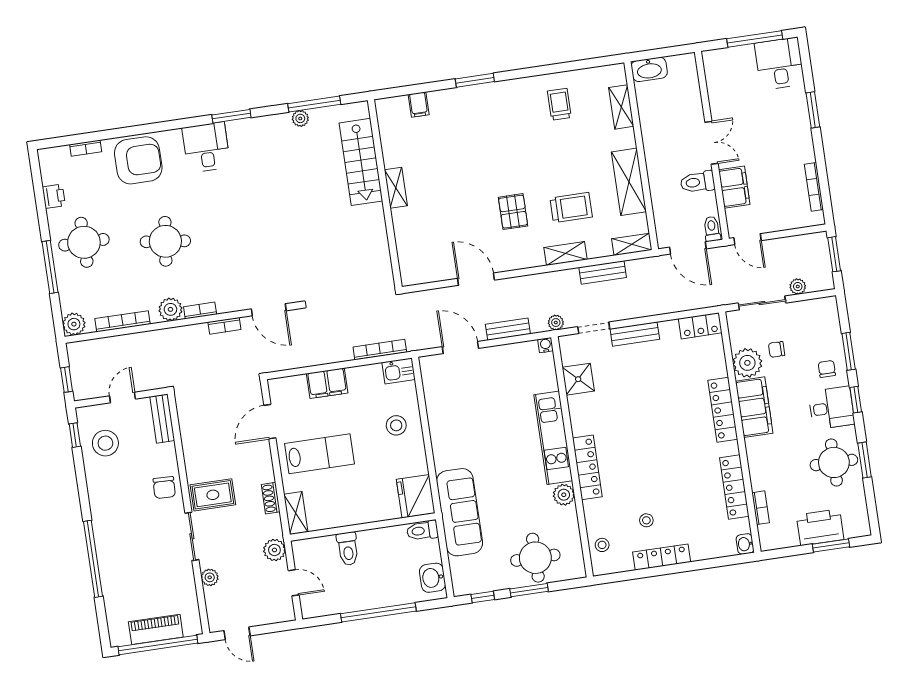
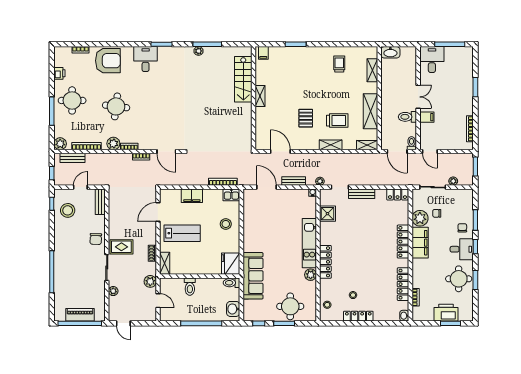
desk: (779, 64) -> (432, 60), moved
stairs: (361, 162) -> (243, 79), moved
filing cabinet: (734, 187) -> (427, 117), width x0.50
shelving: (396, 188) -> (260, 96), moved
wall: (385, 194) -> (254, 98), moved
bench: (603, 272) -> (73, 158), moved

